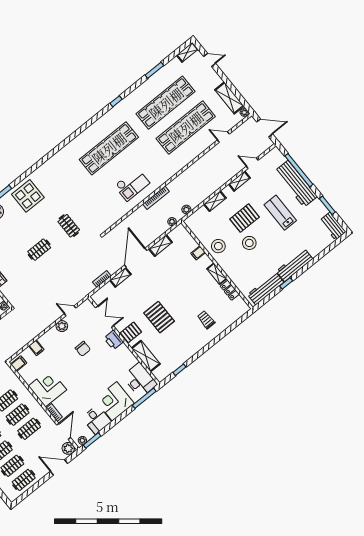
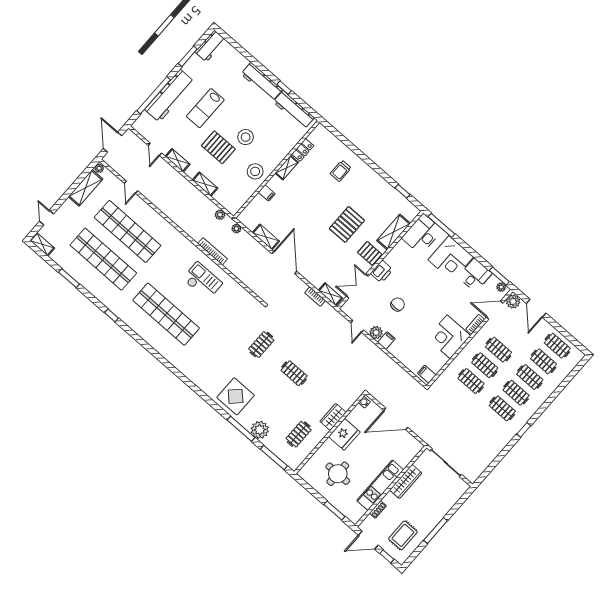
door: (136, 258) -> (284, 263), swing flipped
shelving: (120, 277) -> (330, 294), moved
filing cabinet: (36, 348) -> (386, 340), moved

